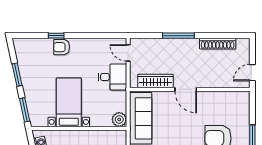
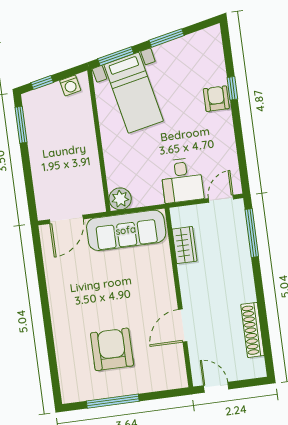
window: (178, 36) -> (252, 233), moved
wardrobe: (155, 81) -> (184, 245), width x0.67
door: (186, 89) -> (183, 326), moved
bed with nightstands: (69, 102) -> (134, 93), moved, turned 78

